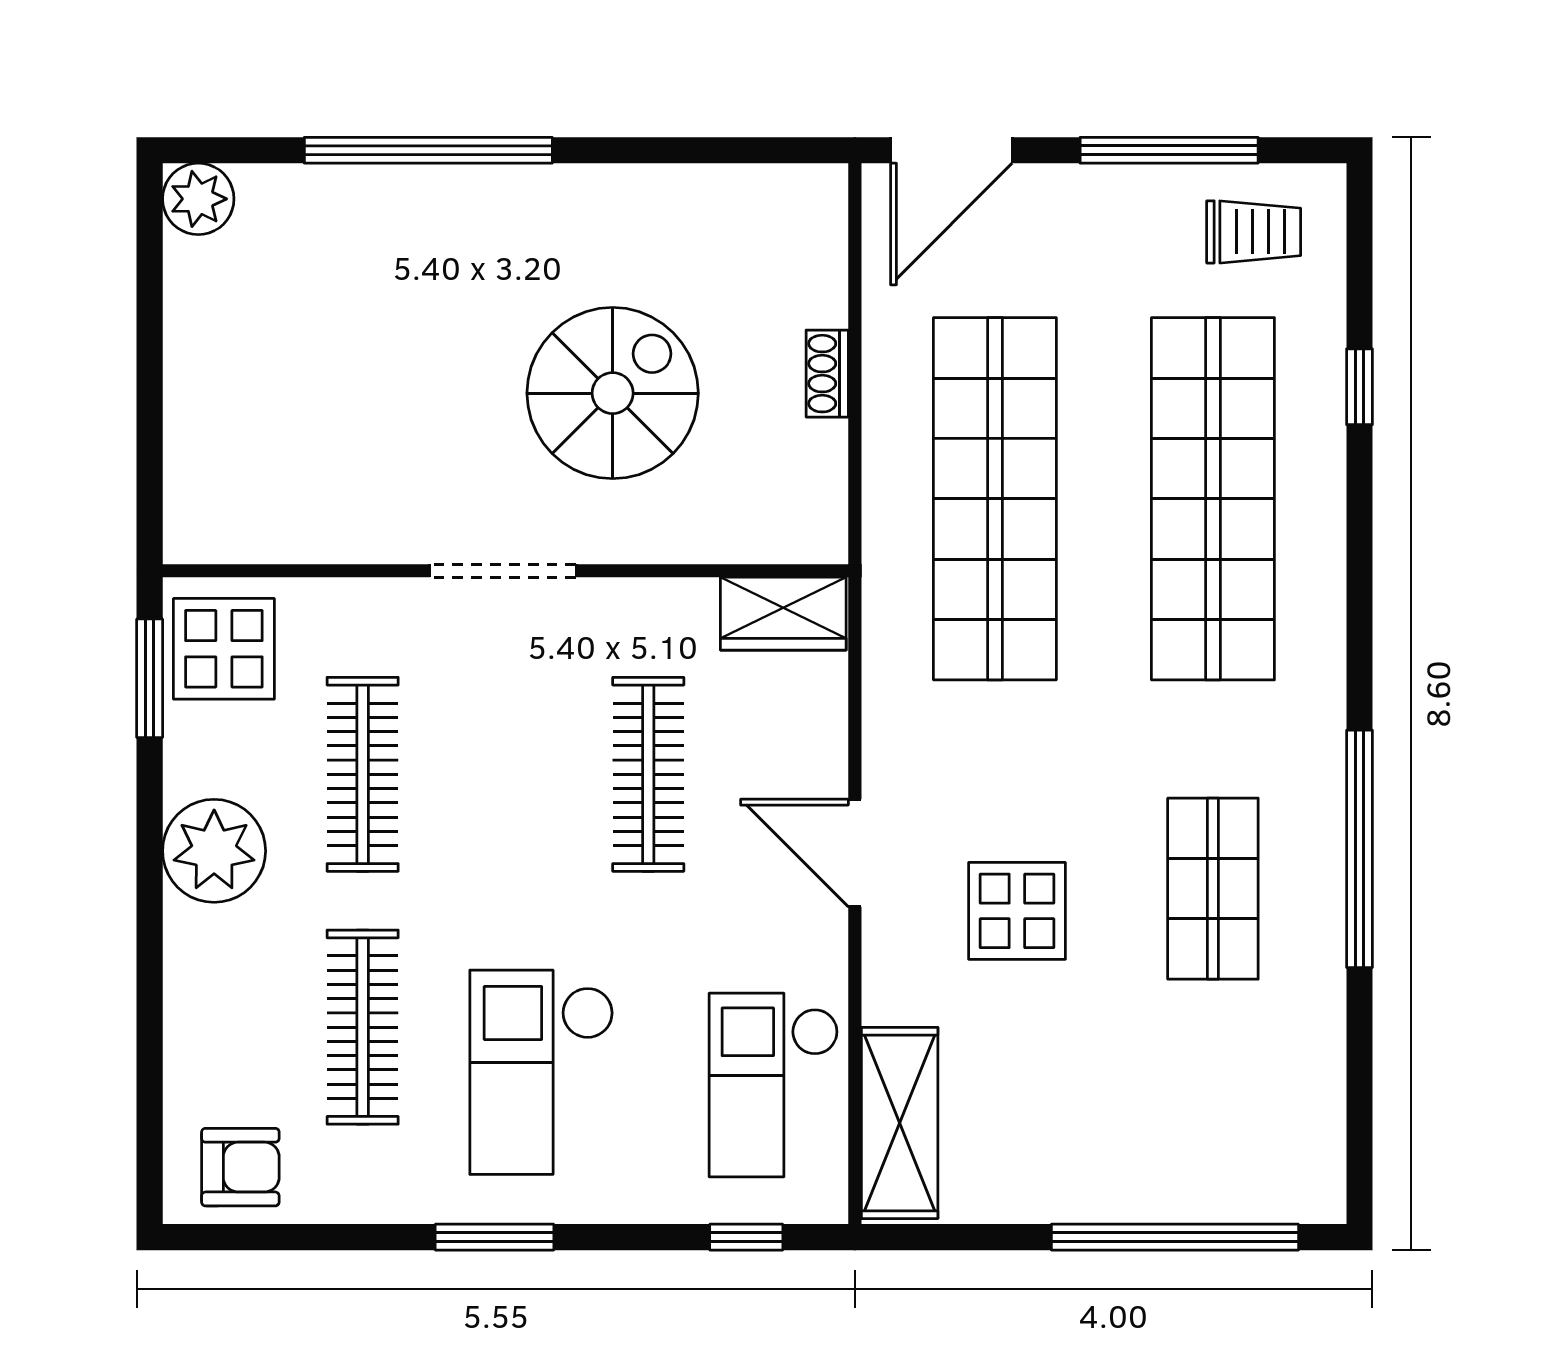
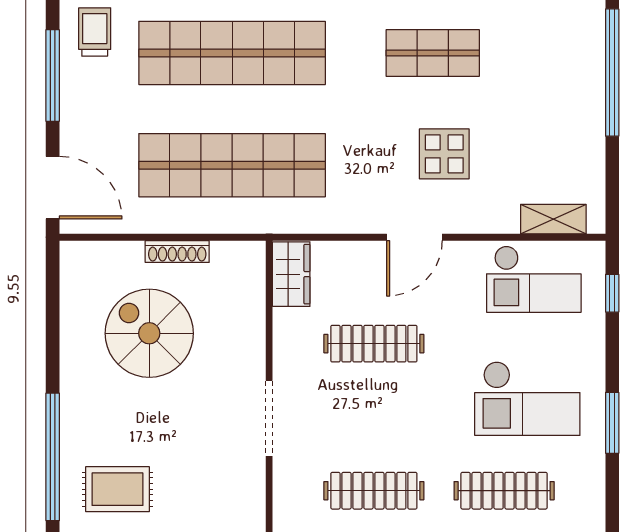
rug: (366, 276) -> (117, 489), added
shoe rack: (827, 374) -> (177, 252), width x1.43
spiral stairs: (613, 393) -> (149, 333), moved
shelving: (900, 1123) -> (553, 219), width x0.67, depth x0.75

